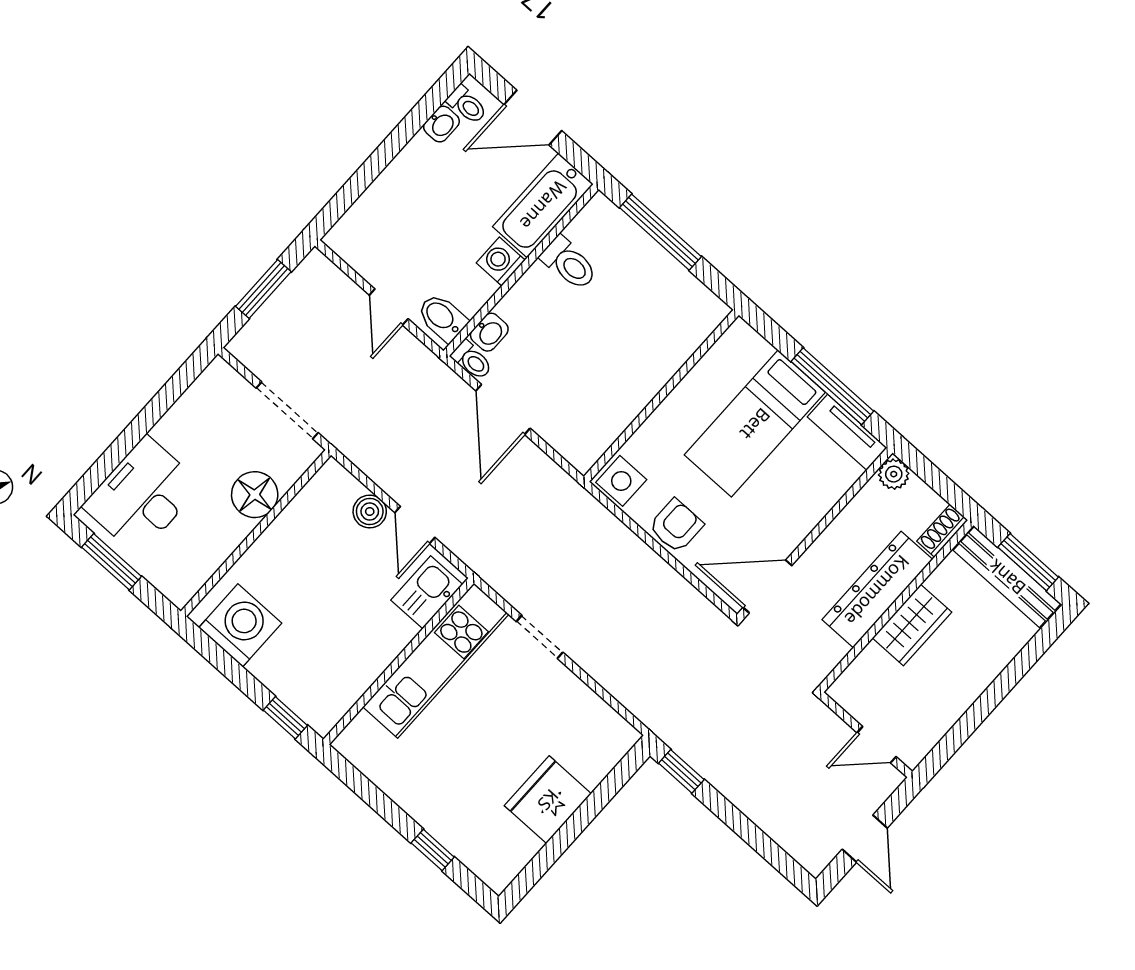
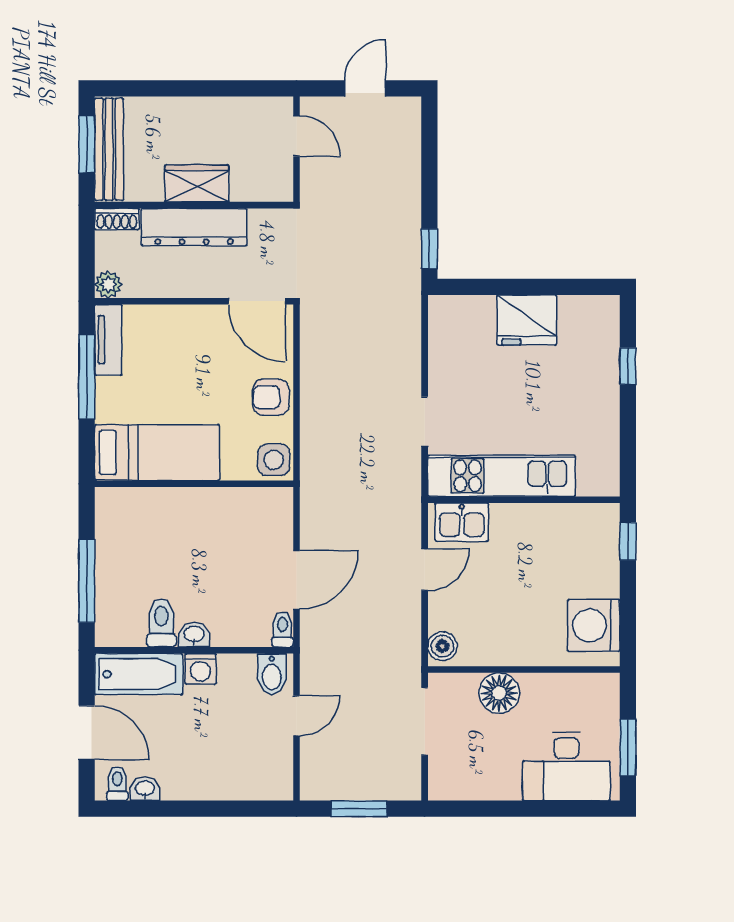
washbasin: (489, 332) -> (194, 635), moved
bed: (755, 424) -> (157, 452), moved
boiler: (370, 511) -> (442, 646), moved

